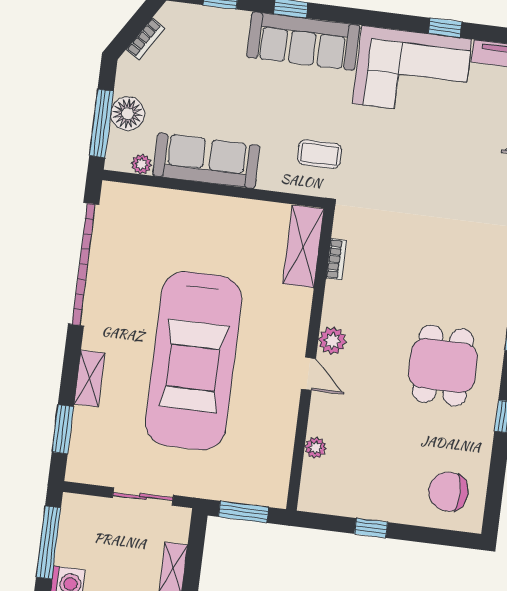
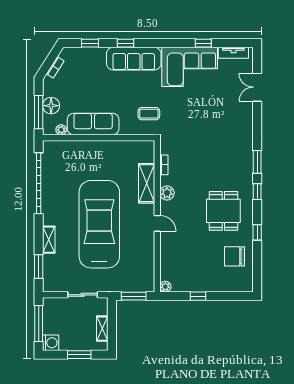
shelving: (303, 246) -> (147, 183), moved
plant: (332, 341) -> (167, 193), moved
car: (194, 361) -> (99, 224), turned 180
plant: (316, 448) -> (165, 287), moved
chair: (448, 492) -> (234, 256), moved

